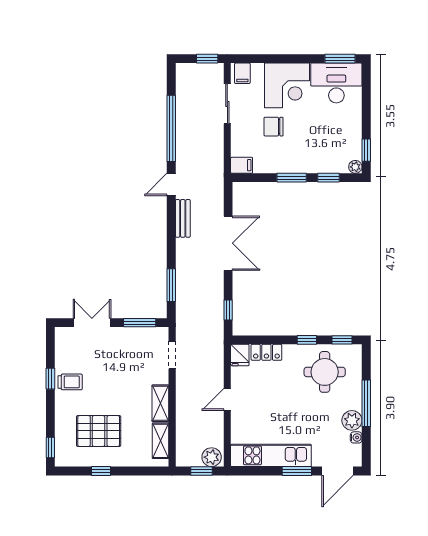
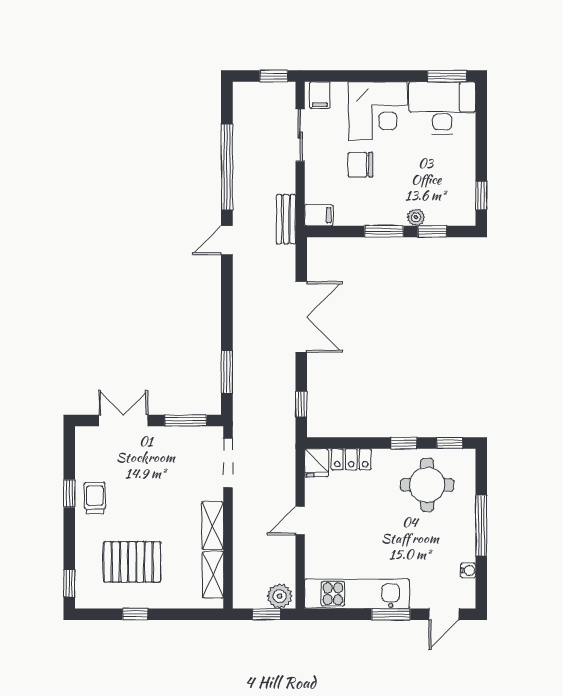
plant: (355, 167) -> (416, 217), moved
bench: (183, 218) -> (286, 219), moved
doorway: (172, 355) -> (228, 463), width x1.38
trolley: (70, 382) -> (95, 498), turned -91
plant: (352, 420) -> (463, 548), removed
door: (338, 471) -> (444, 614), width x0.73

